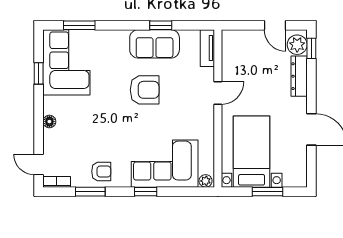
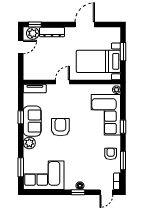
plant: (119, 39) -> (29, 143), added
window: (39, 73) -> (78, 192), moved
door: (218, 93) -> (62, 82), hinge flipped

